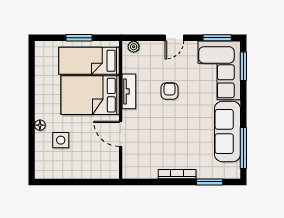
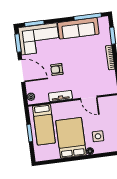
door: (174, 38) -> (22, 71), width x1.87
bed: (90, 95) -> (71, 138), moved, turned 180
door: (121, 134) -> (89, 98), hinge flipped

